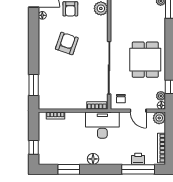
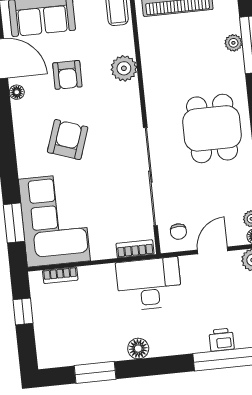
dining table: (145, 60) -> (212, 128), moved
corner sofa: (55, 86) -> (54, 220), added
door: (138, 111) -> (213, 250), swing flipped
window: (34, 147) -> (23, 311), moved

